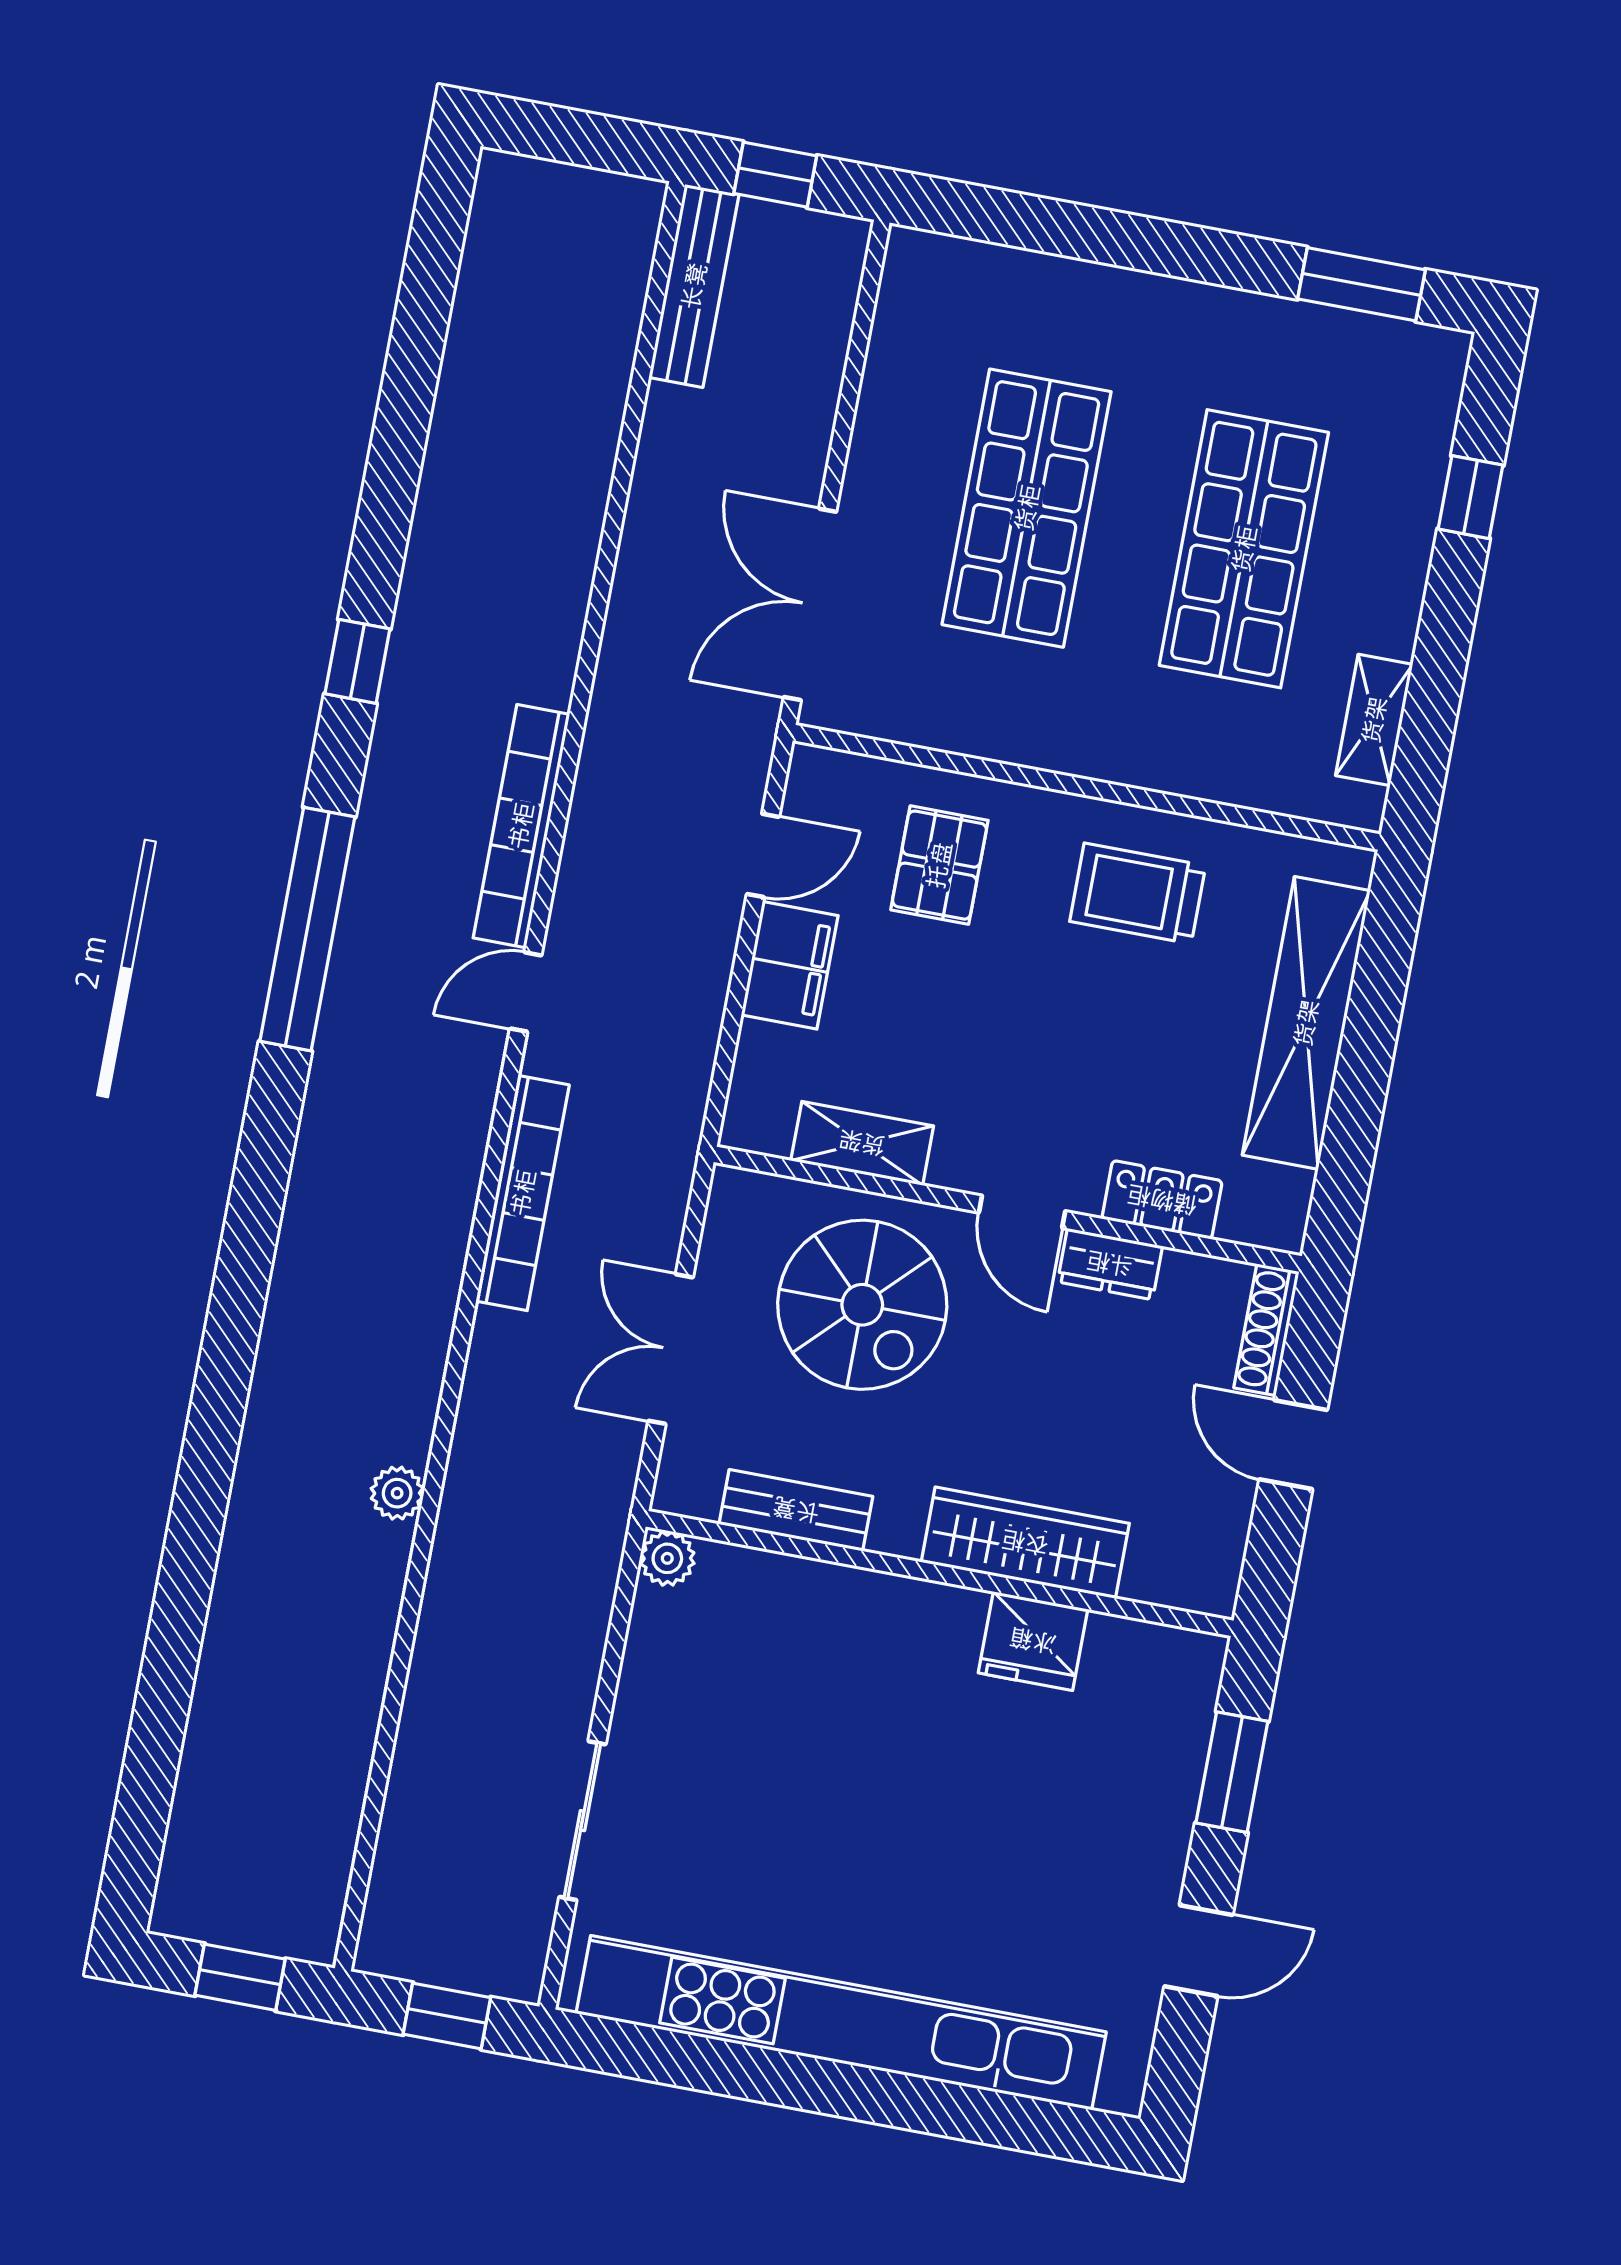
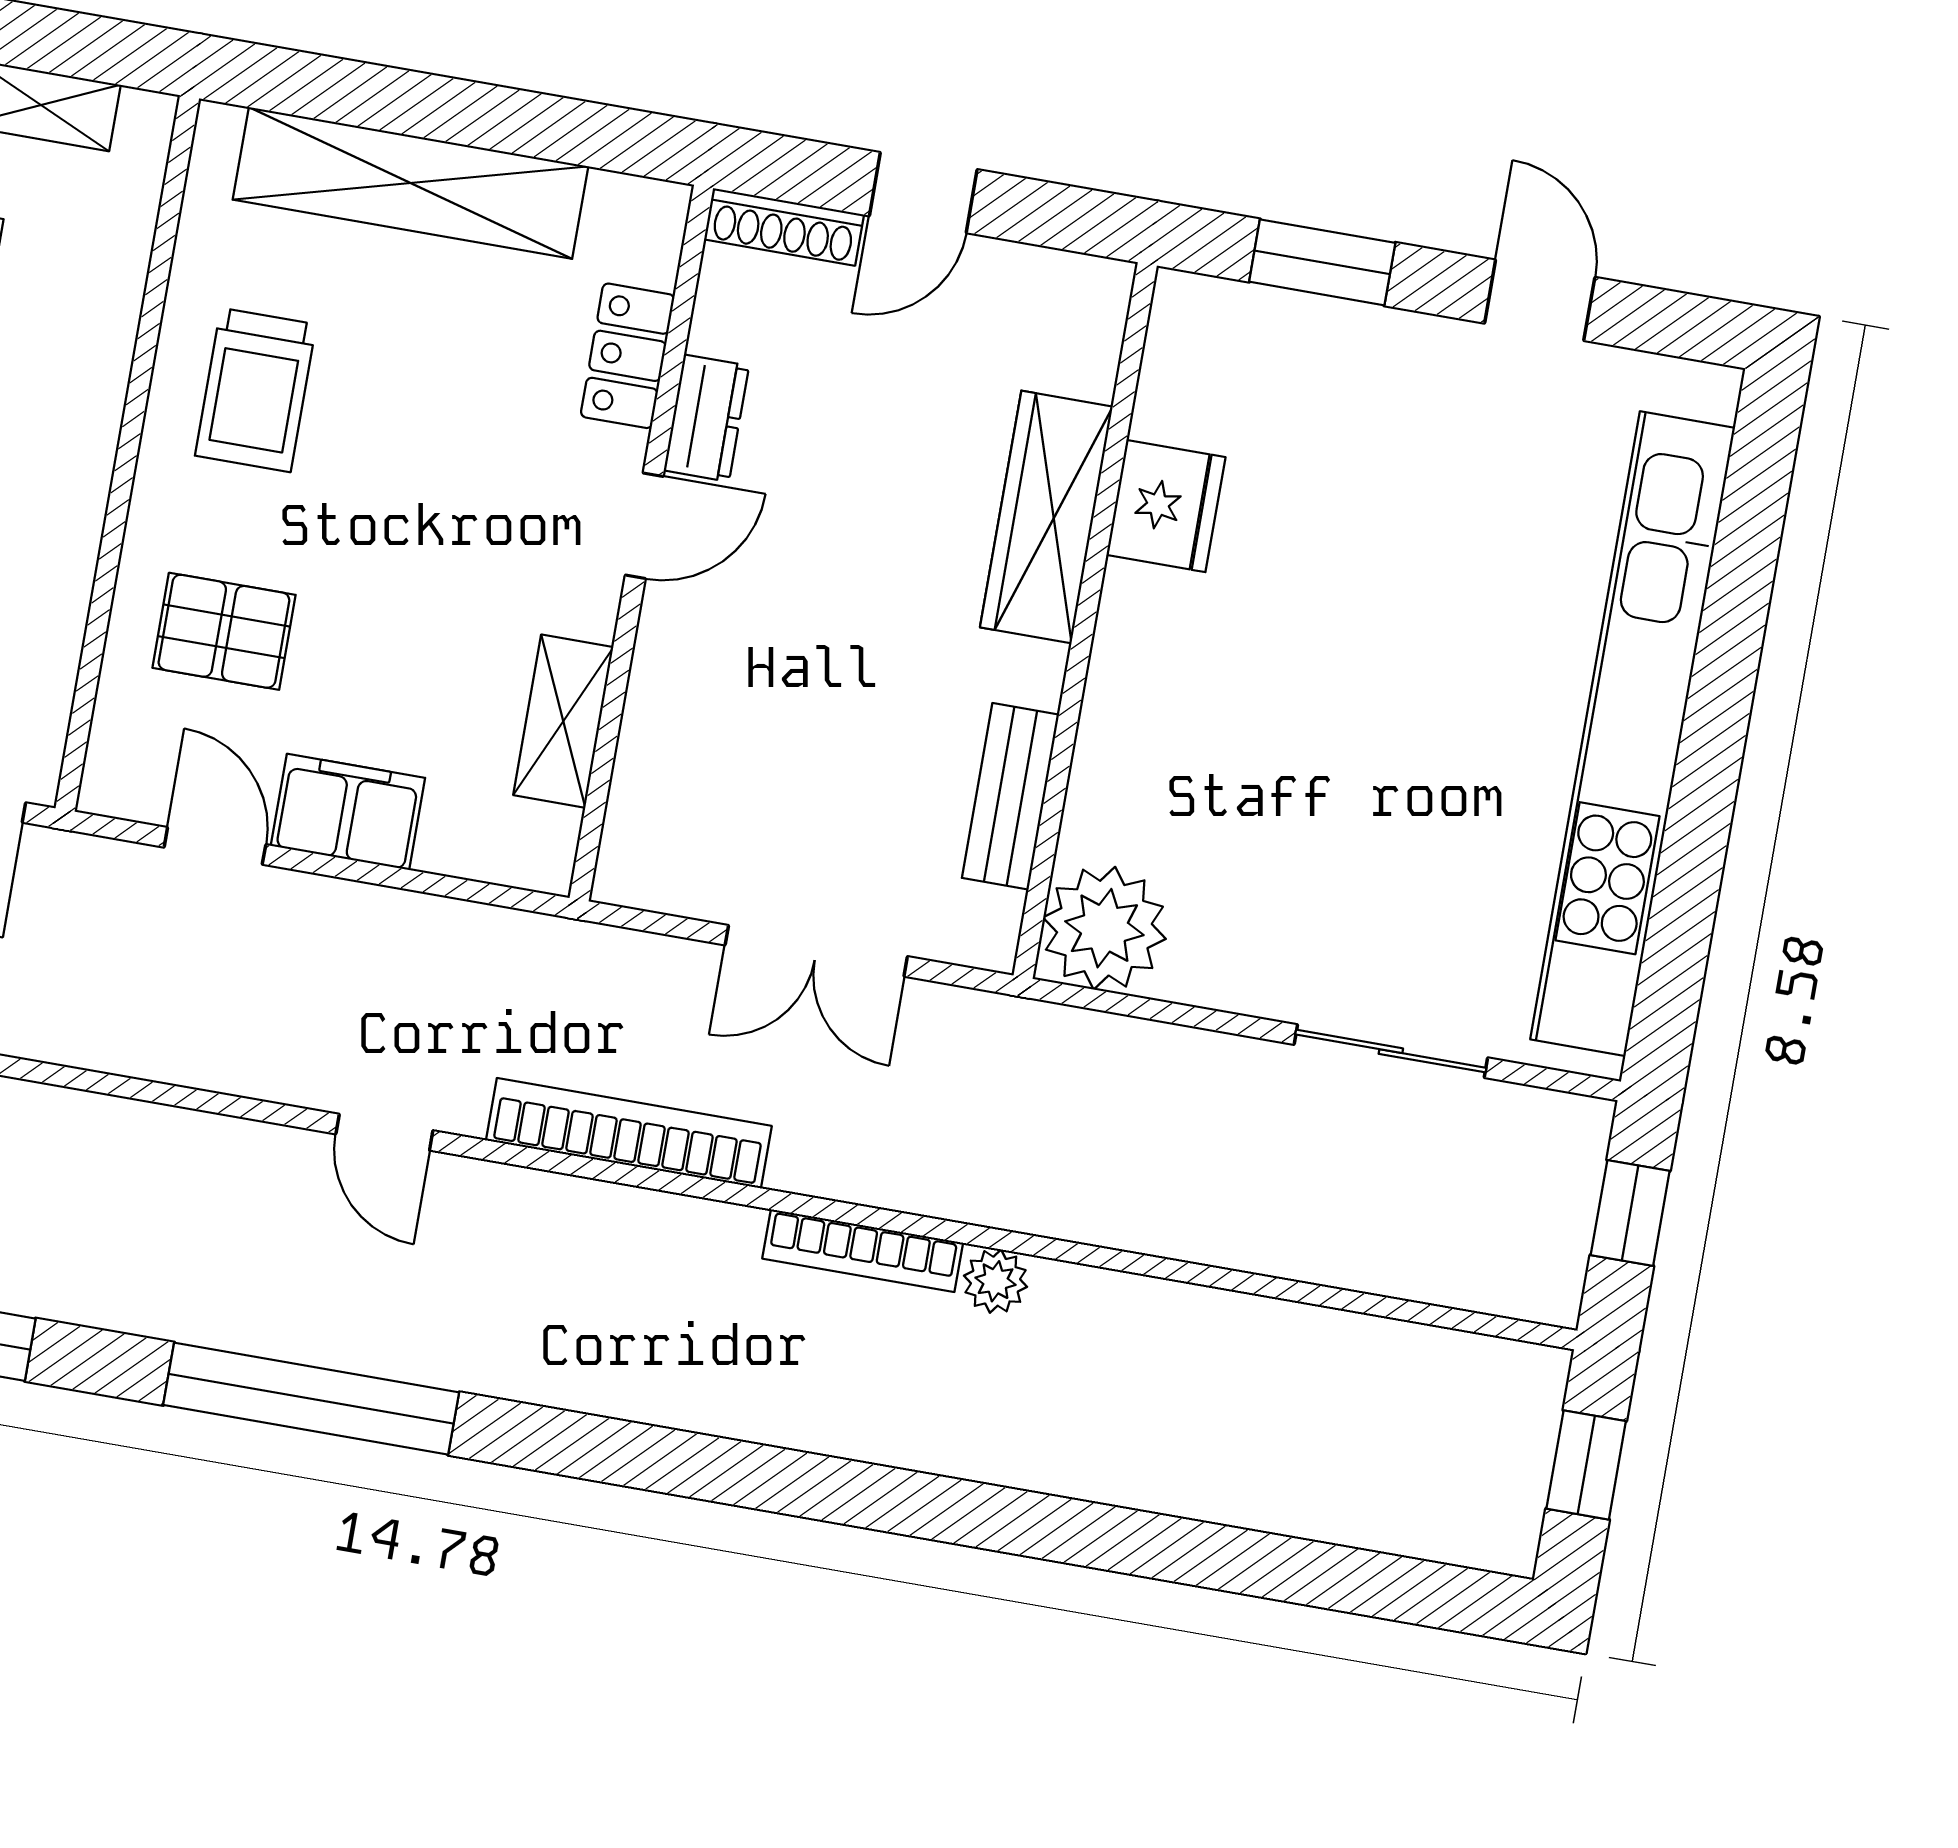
bookcase: (521, 826) -> (863, 1251), moved, width x0.68, depth x0.76
spiral stairs: (862, 1305) -> (760, 719), removed
plant: (667, 1558) -> (1104, 928), width x1.88, depth x1.88

